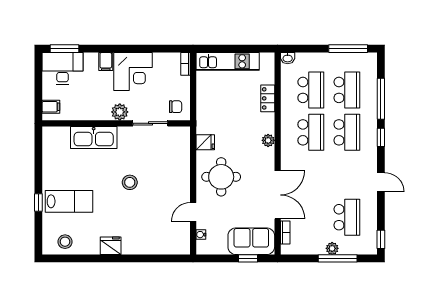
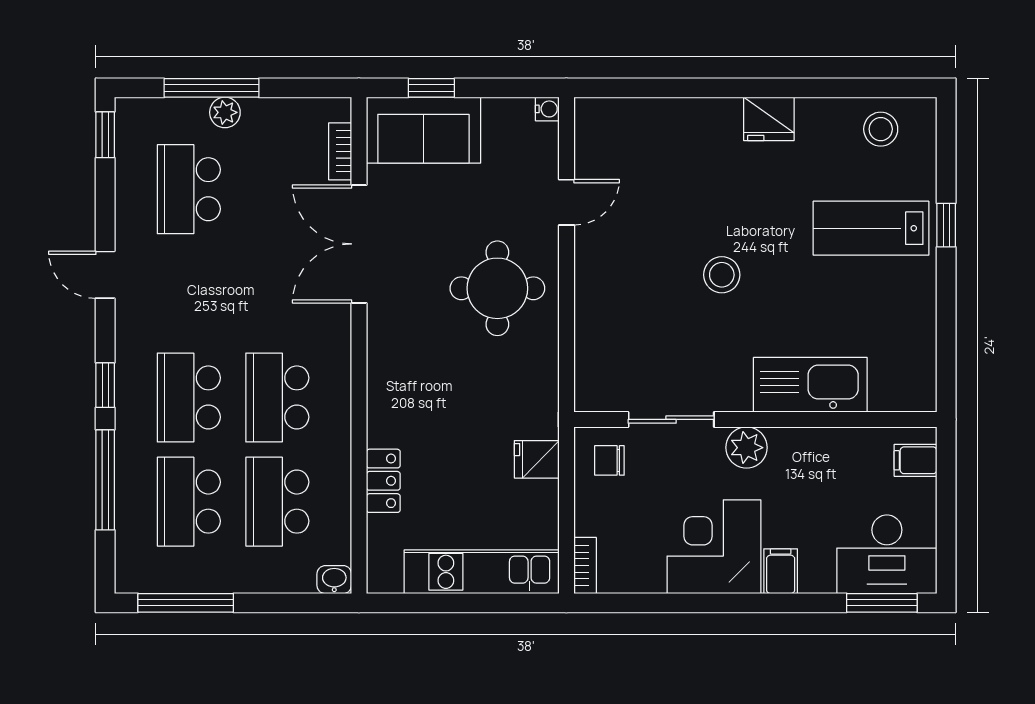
plant: (268, 140) -> (382, 378), removed
fridge: (205, 142) -> (537, 459), moved
water cooler: (201, 235) -> (547, 109), moved

